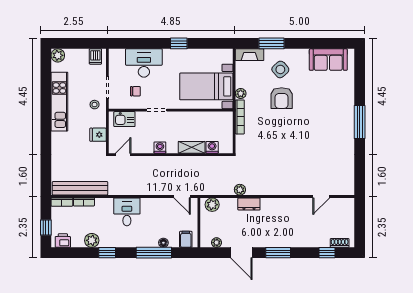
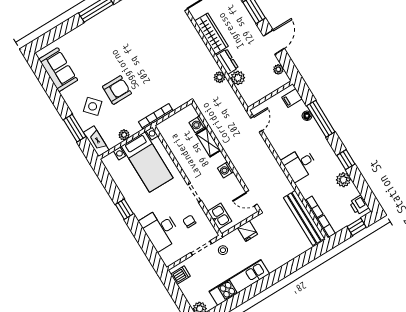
plant: (241, 94) -> (124, 135), moved
plant: (212, 205) -> (238, 78), moved
wardrobe: (280, 205) -> (211, 34), added

